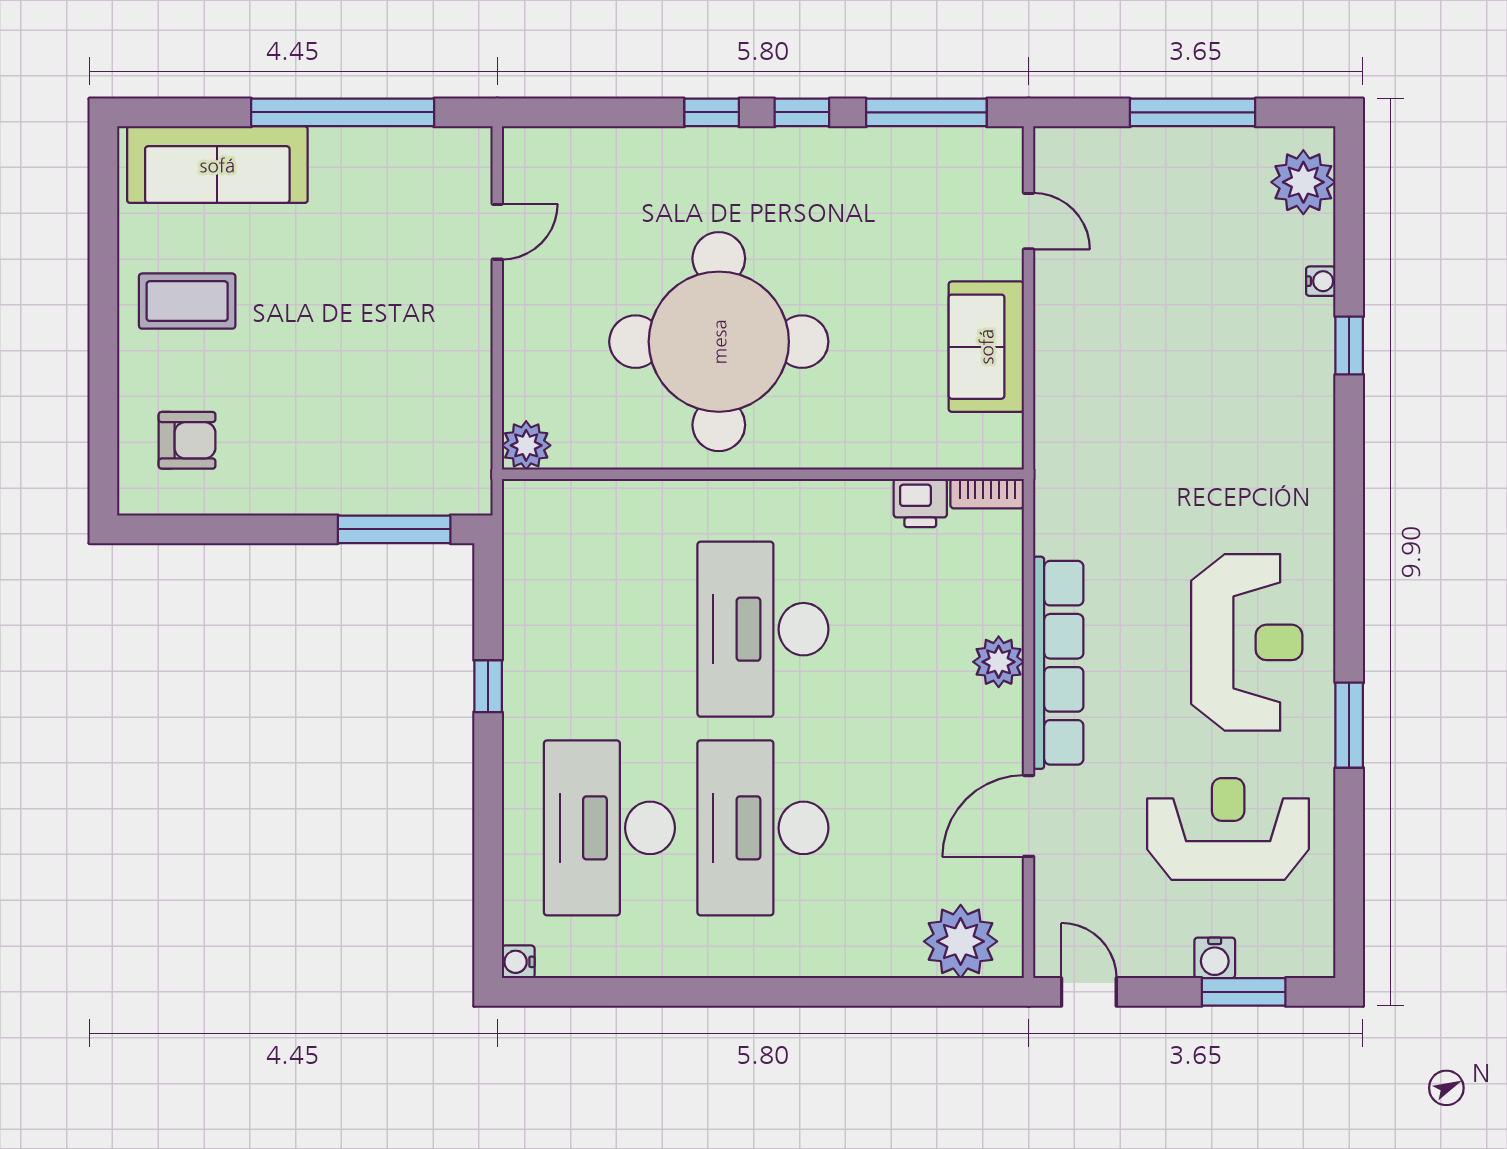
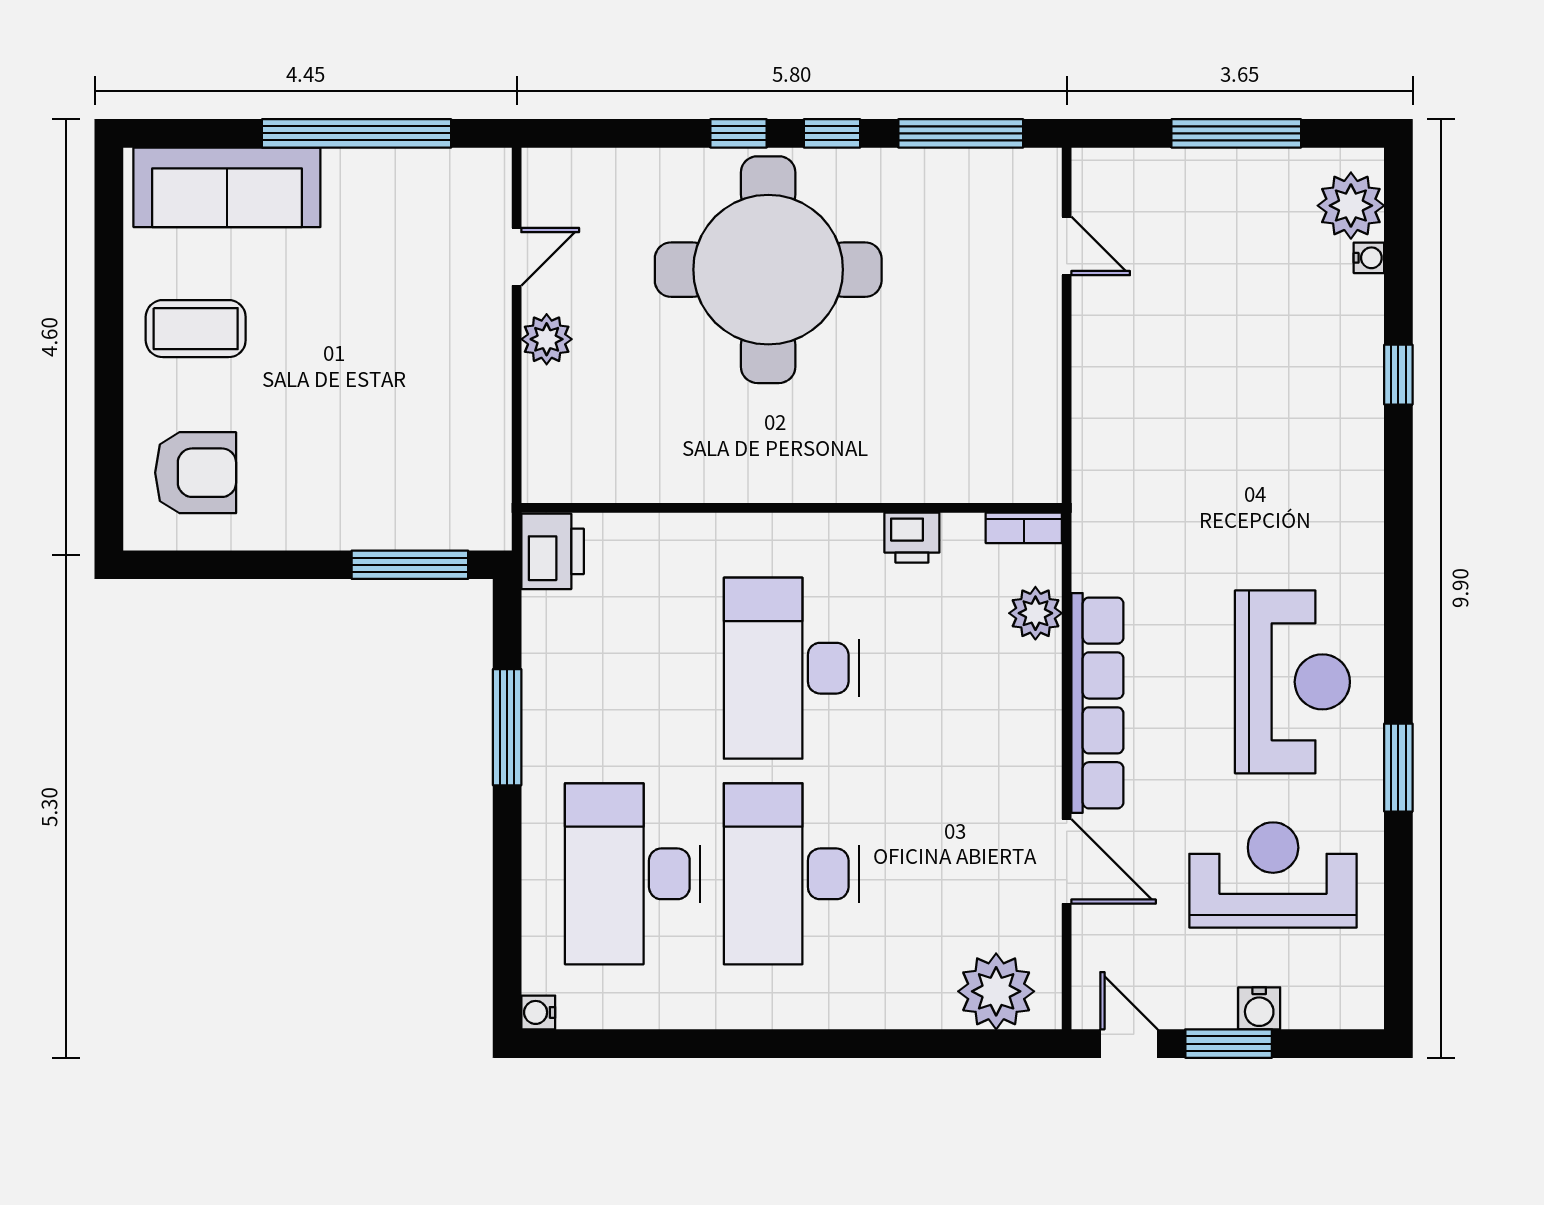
water cooler: (1321, 281) -> (1369, 258), moved
round table: (719, 342) -> (768, 270), moved
sofa: (986, 347) -> (1023, 376), removed
armchair: (187, 440) -> (196, 473), width x1.38, depth x1.38
plant: (526, 445) -> (547, 339), moved
printer: (920, 503) -> (912, 538), moved
printer: (532, 516) -> (553, 551), added
plant: (999, 662) -> (1035, 613), moved
window: (488, 686) -> (507, 727), width x2.17
door: (1029, 816) -> (1067, 861), swing flipped
window: (1244, 992) -> (1229, 1044), moved

